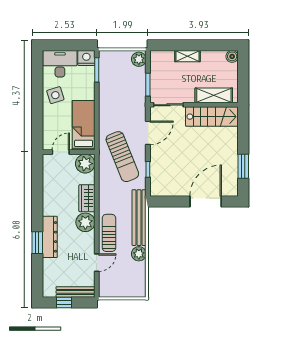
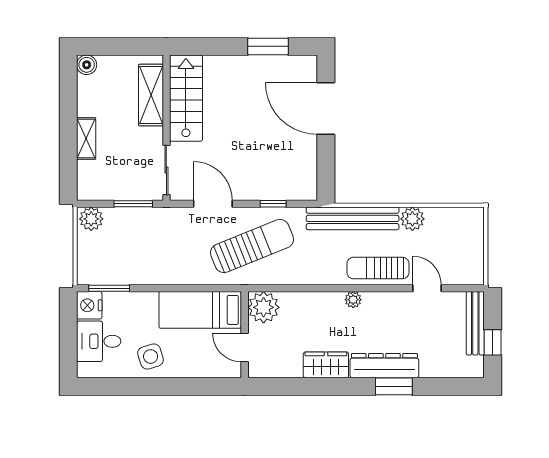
desk: (60, 64) -> (99, 341), width x0.73
wardrobe: (87, 198) -> (326, 365), moved, turned 180
plant: (85, 222) -> (353, 300), width x0.53, depth x0.53

